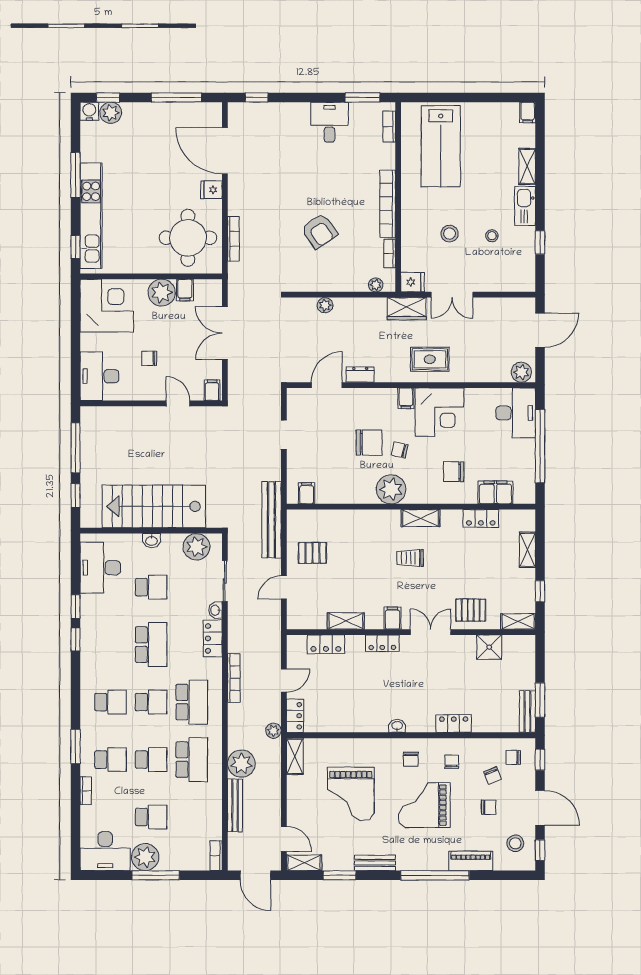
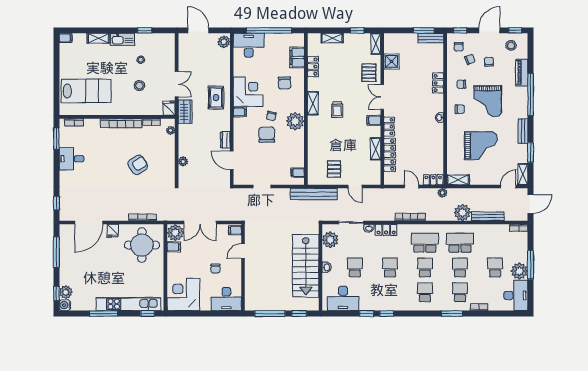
plant: (162, 293) -> (175, 233), moved
locker: (326, 644) -> (390, 155), width x1.53
school desk: (151, 645) -> (390, 267), width x0.54

